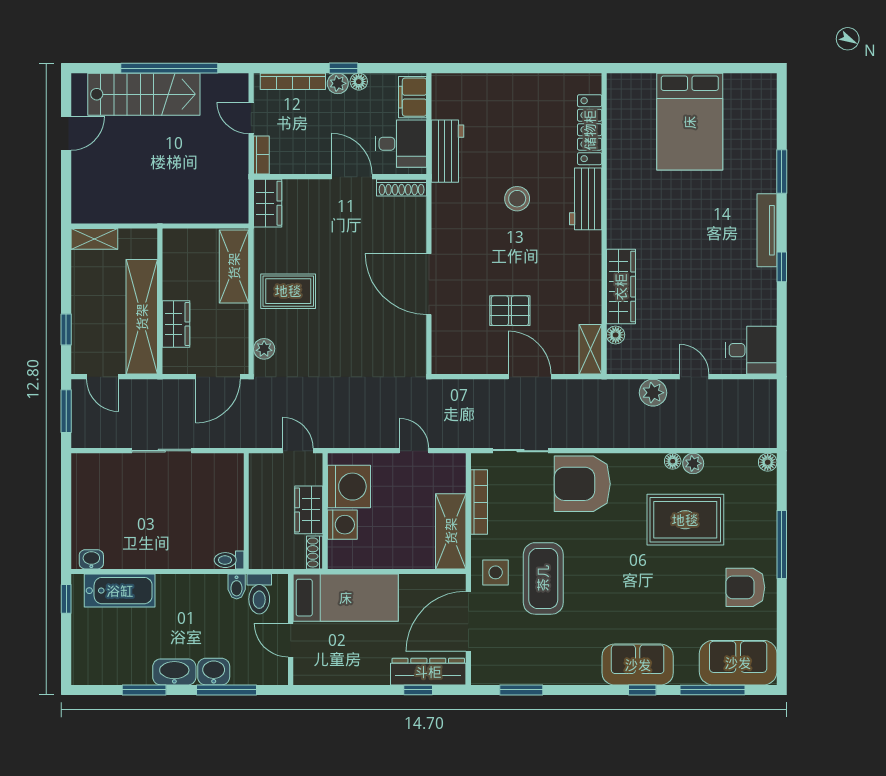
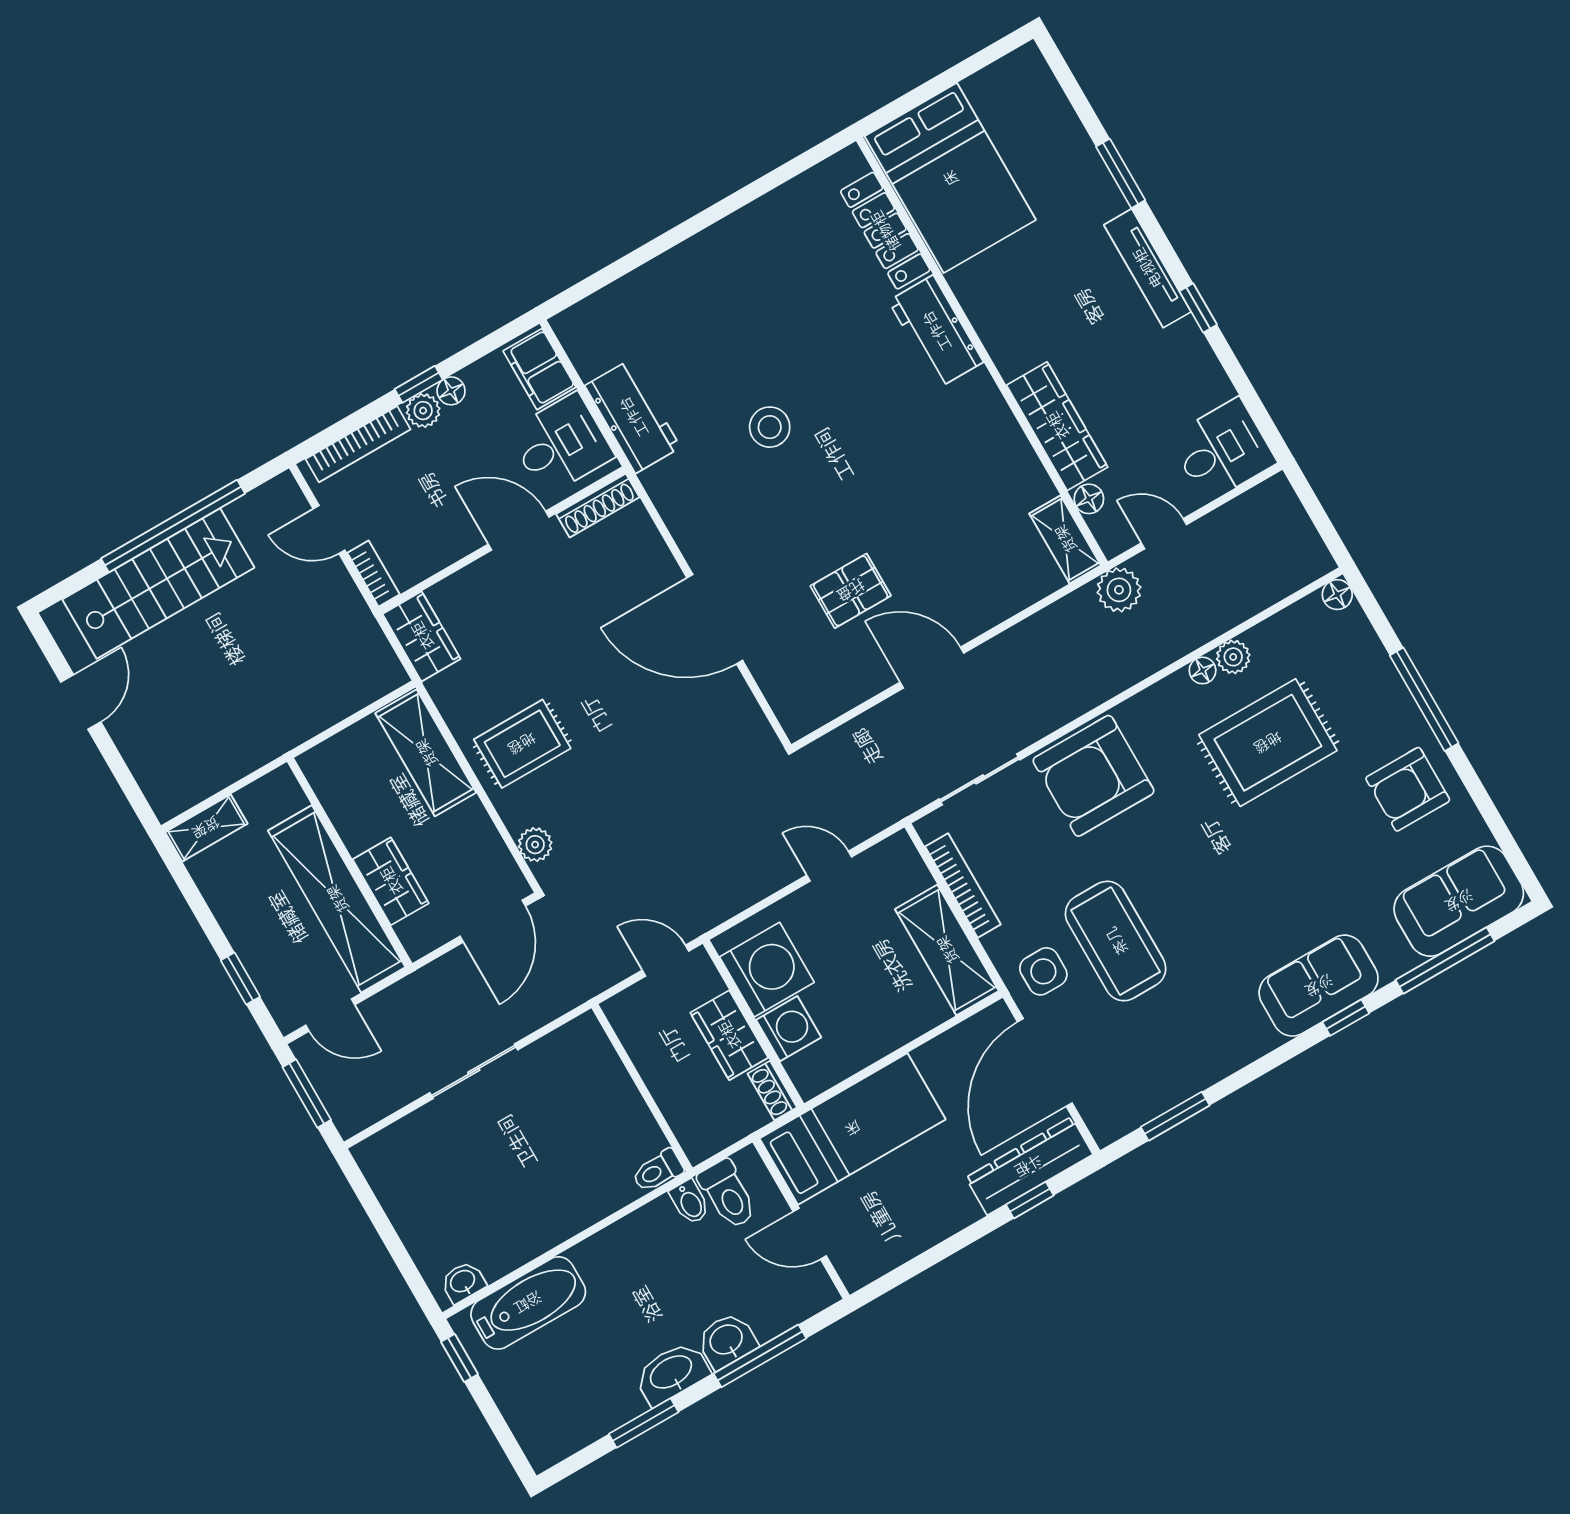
locker: (590, 130) -> (885, 231), moved
workbench: (586, 199) -> (936, 331), moved
wall: (604, 224) -> (982, 351), moved
wardrobe: (621, 287) -> (1057, 426), moved
floor lamp: (616, 335) -> (1089, 499), moved
shelving: (590, 349) -> (1065, 539), moved

